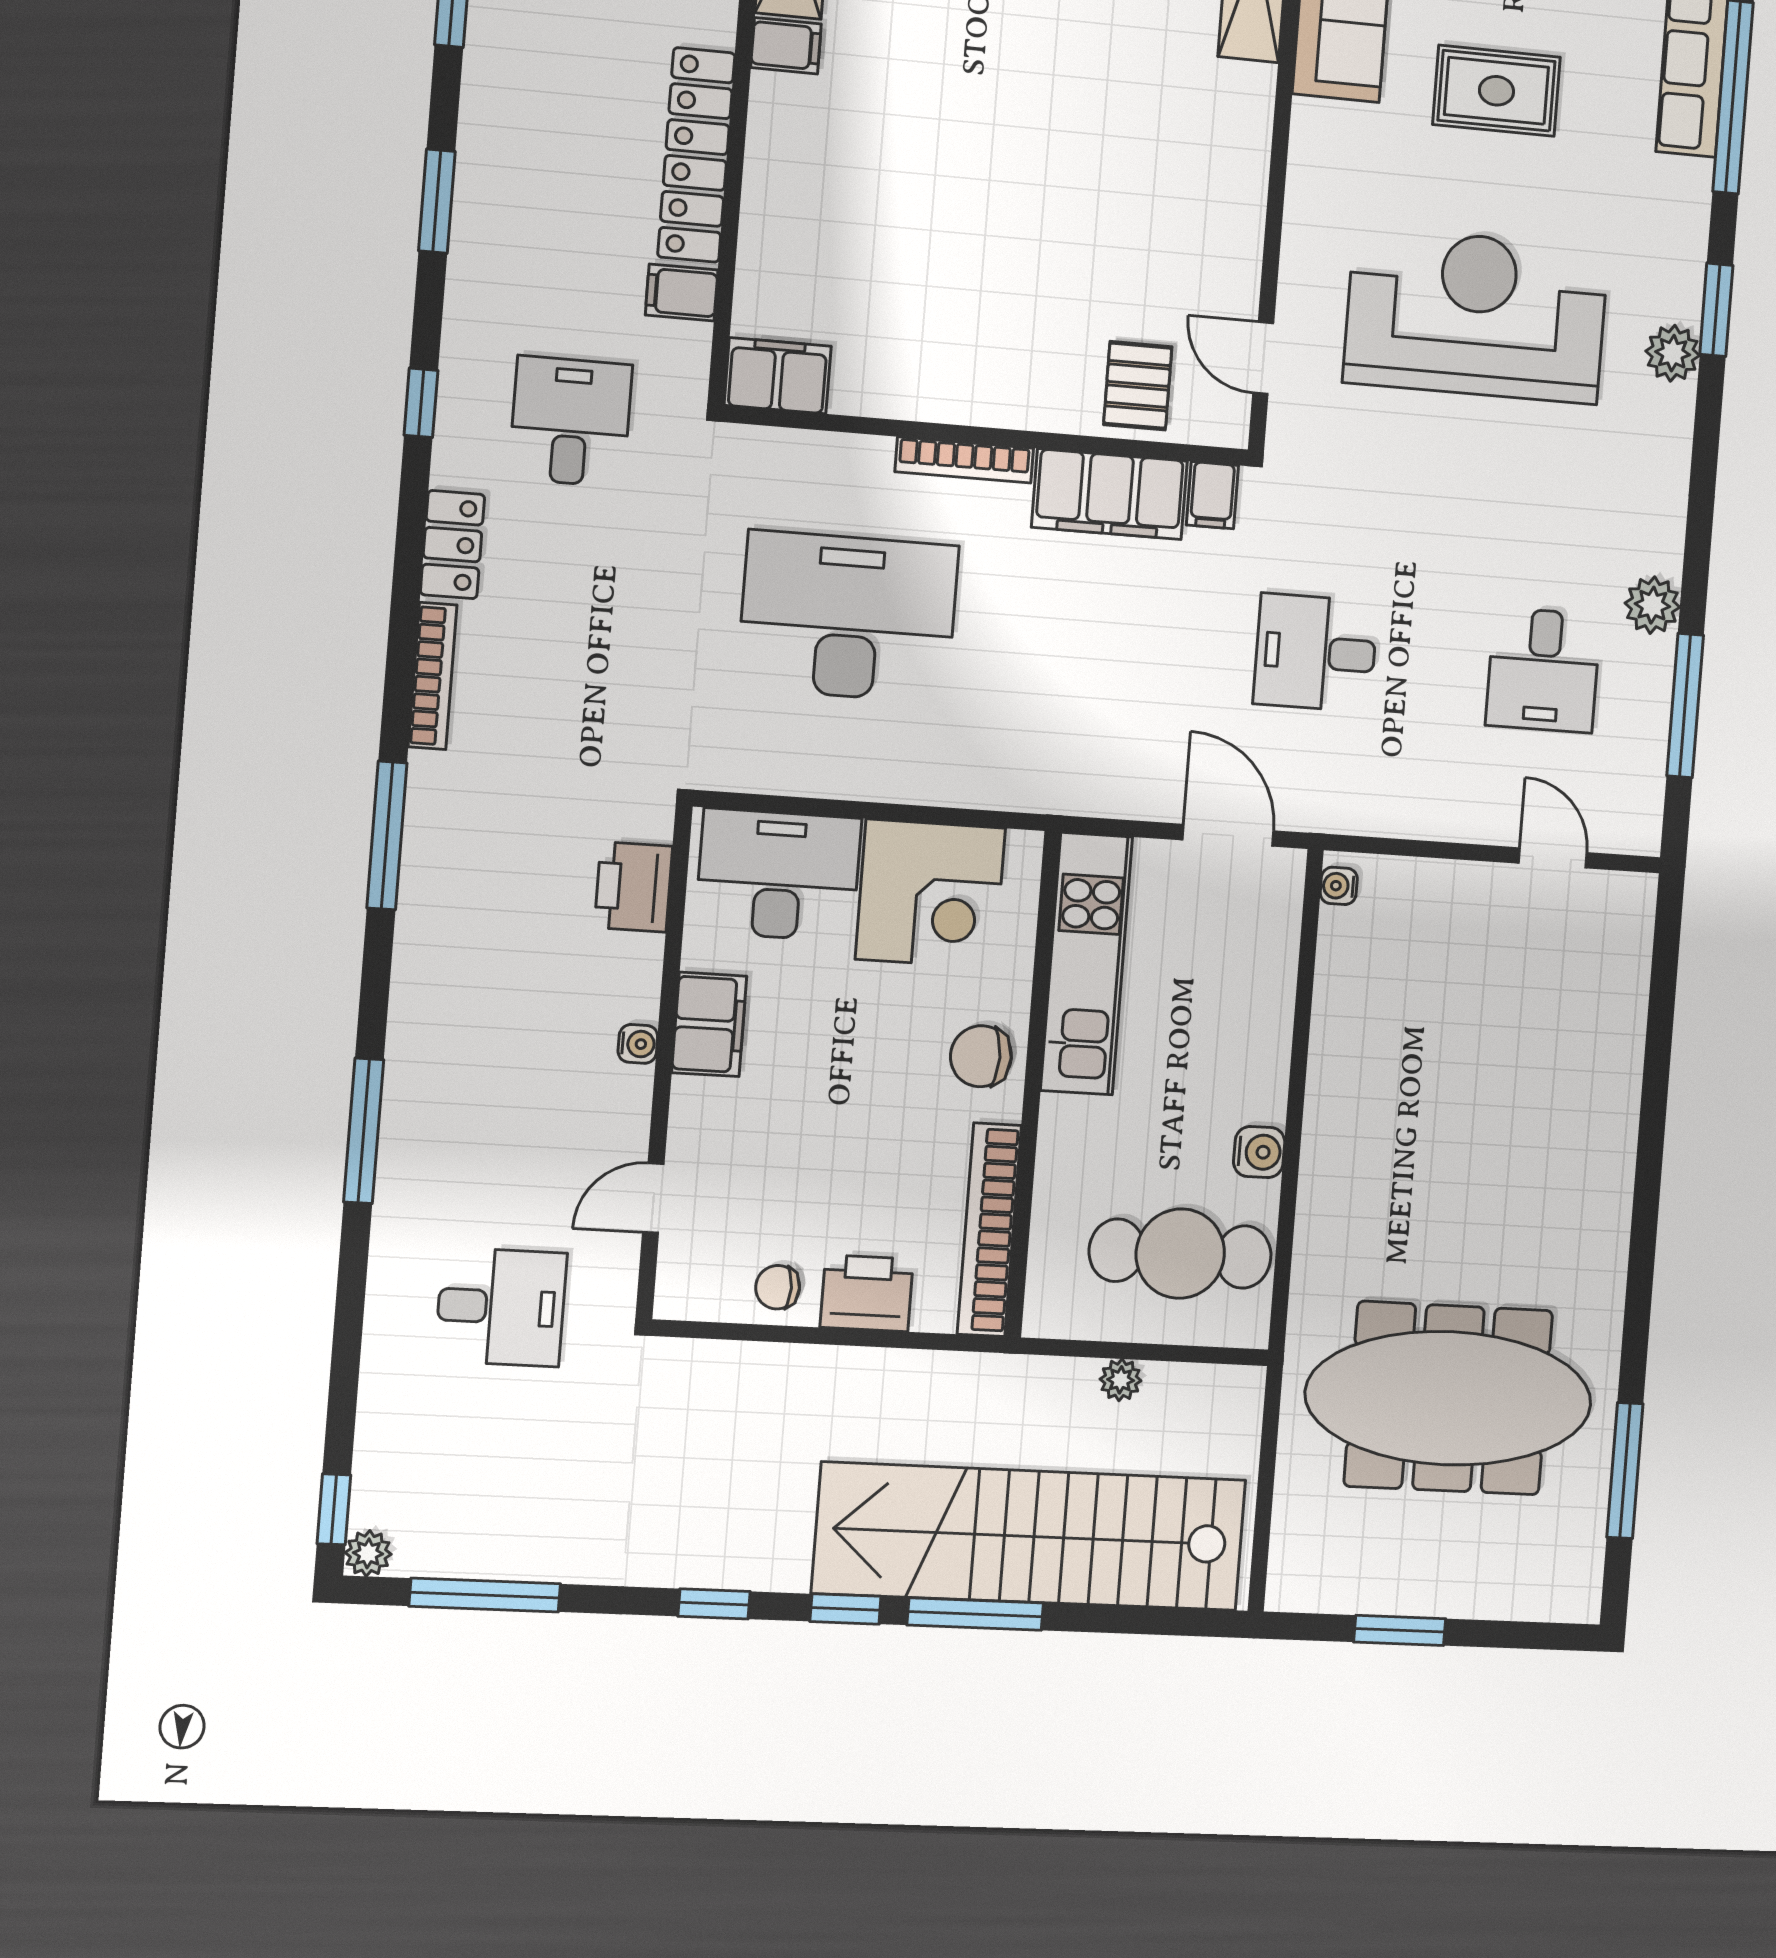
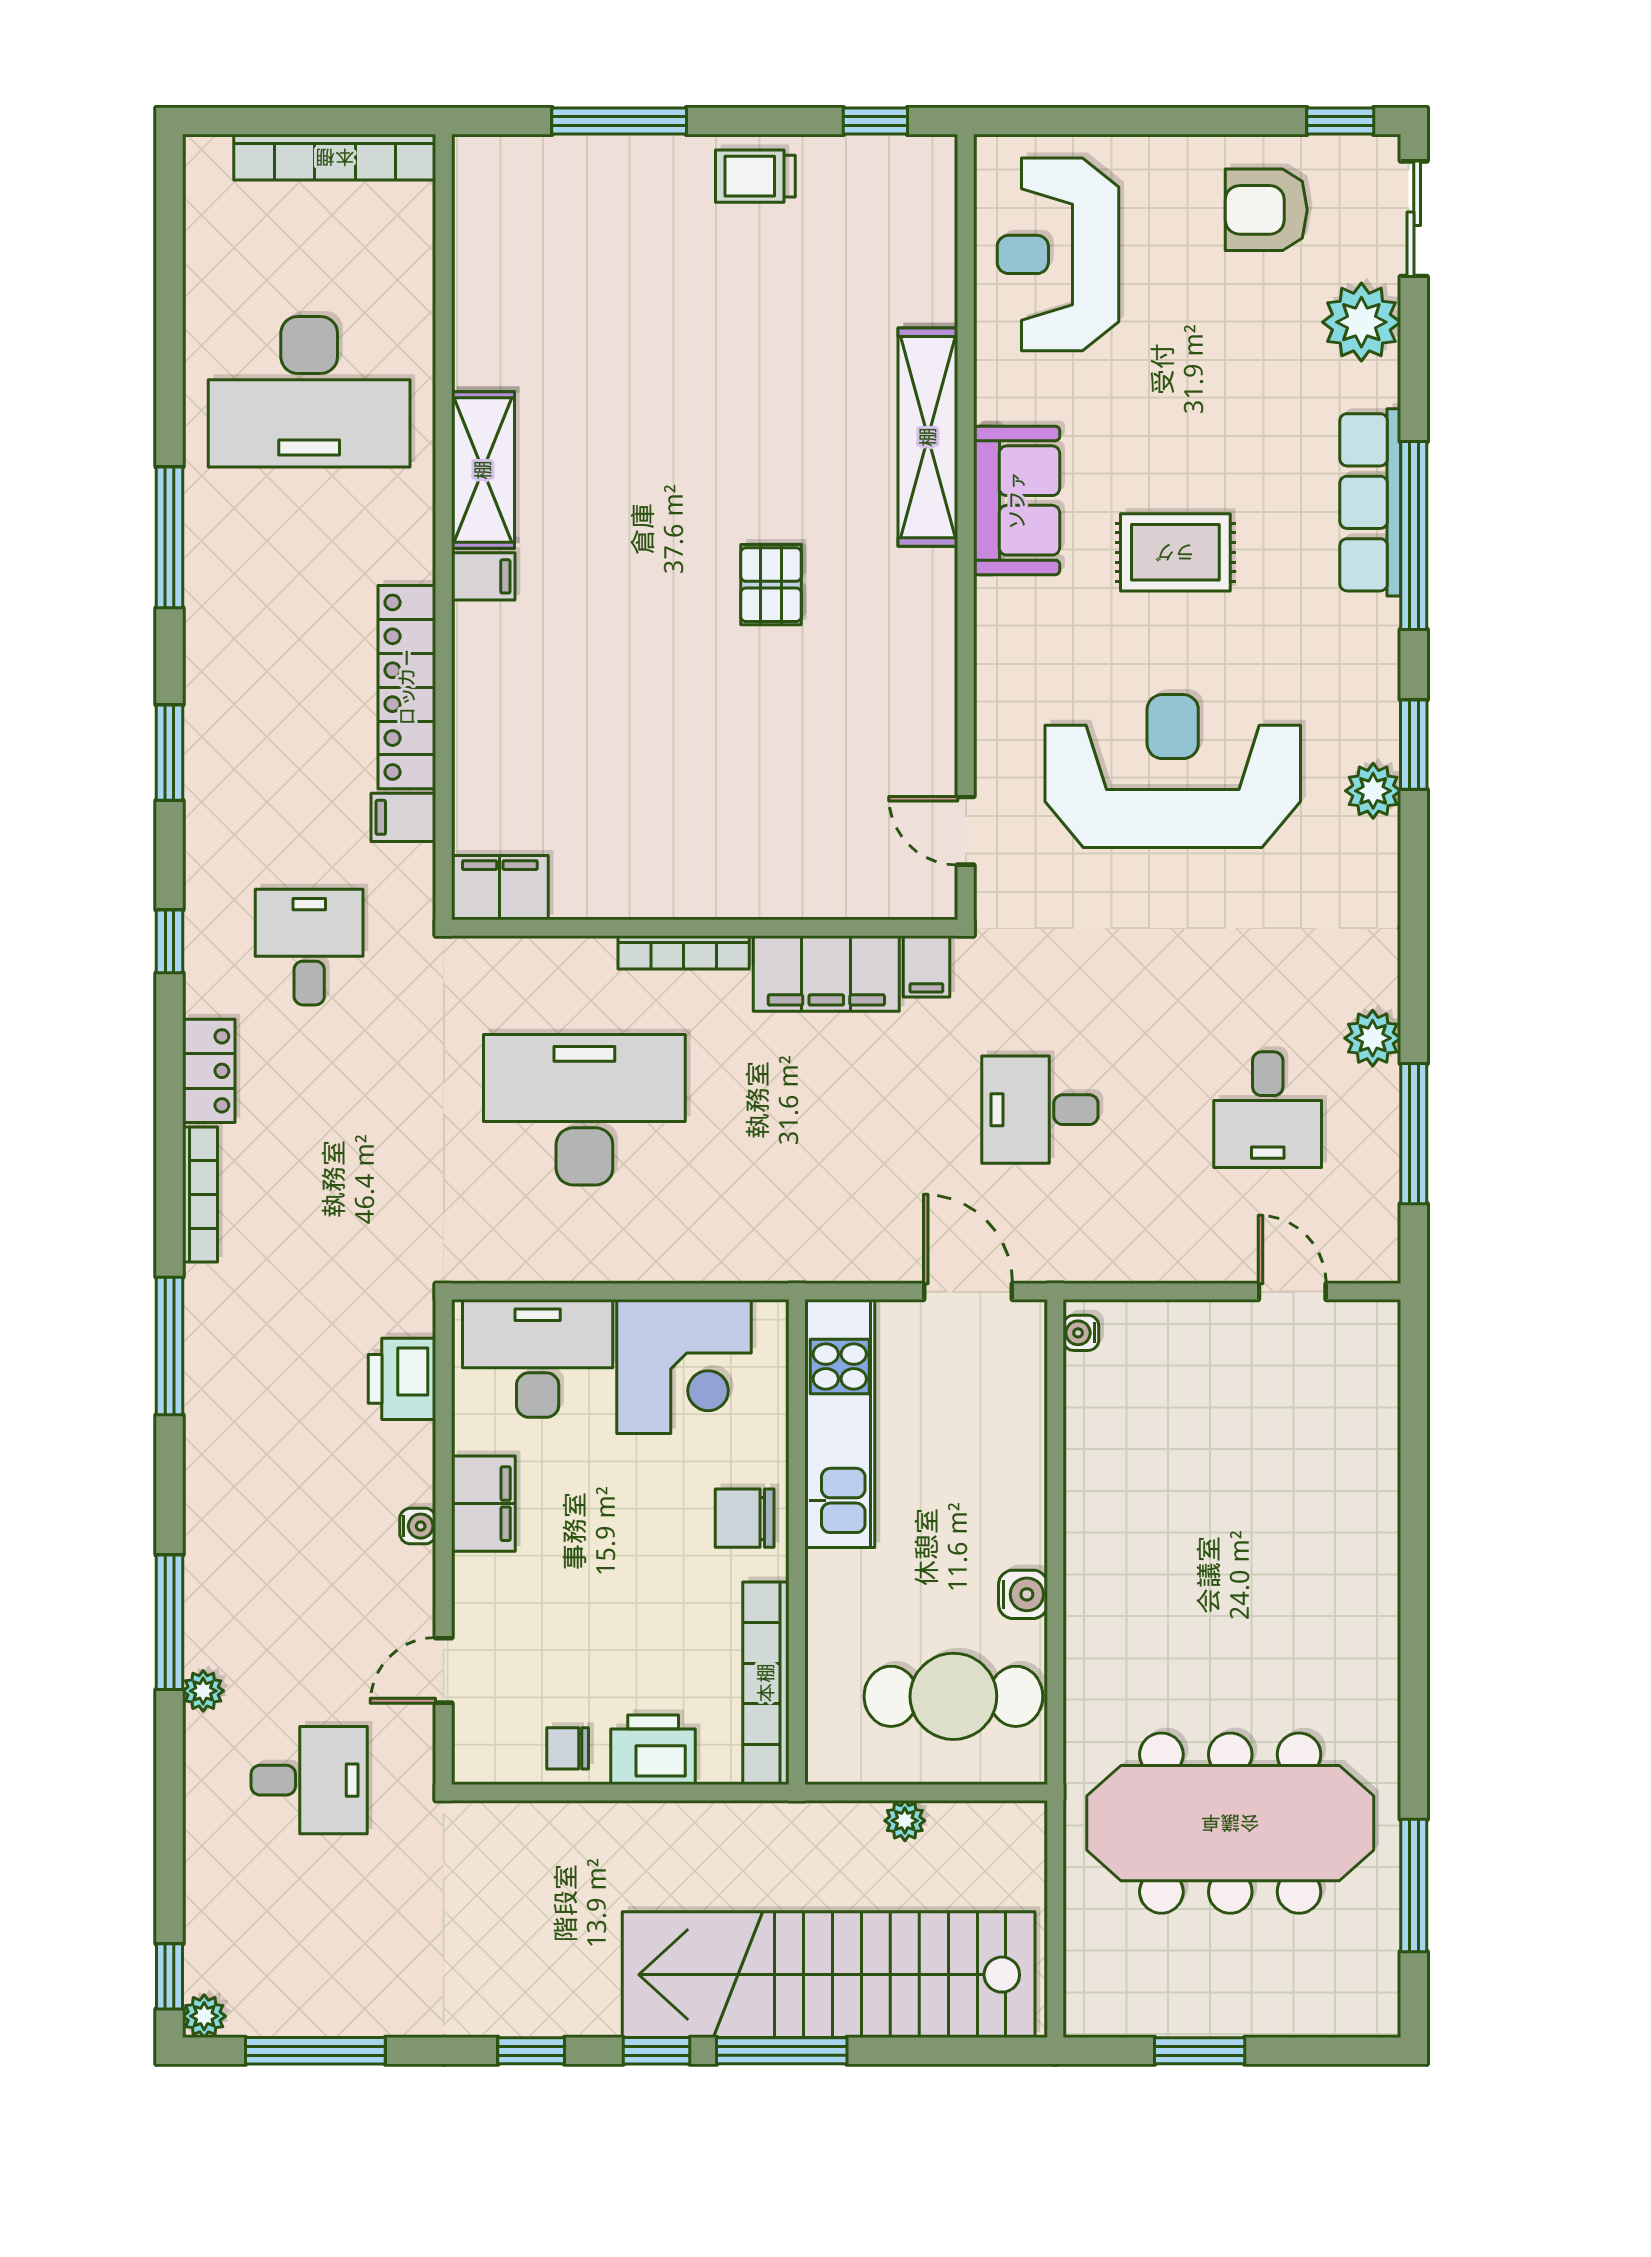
pallet: (1138, 386) -> (771, 585), moved
plant: (394, 1206) -> (203, 1691), added

